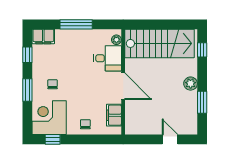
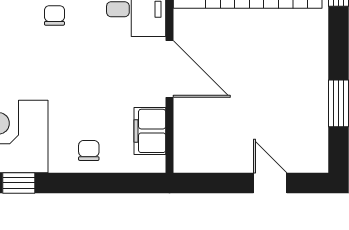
chair: (53, 84) -> (54, 15), moved
plant: (191, 84) -> (314, 63), removed

